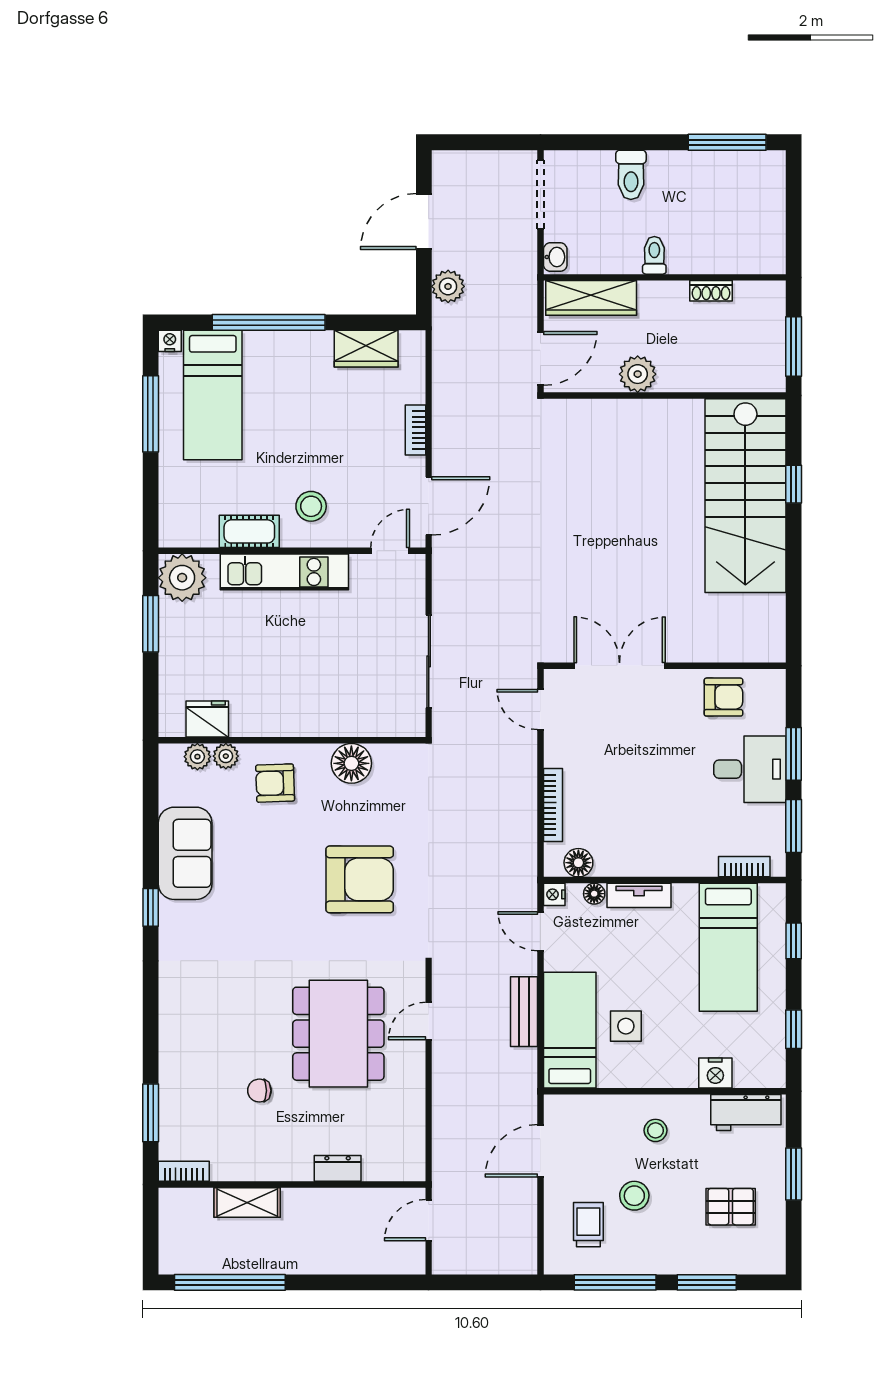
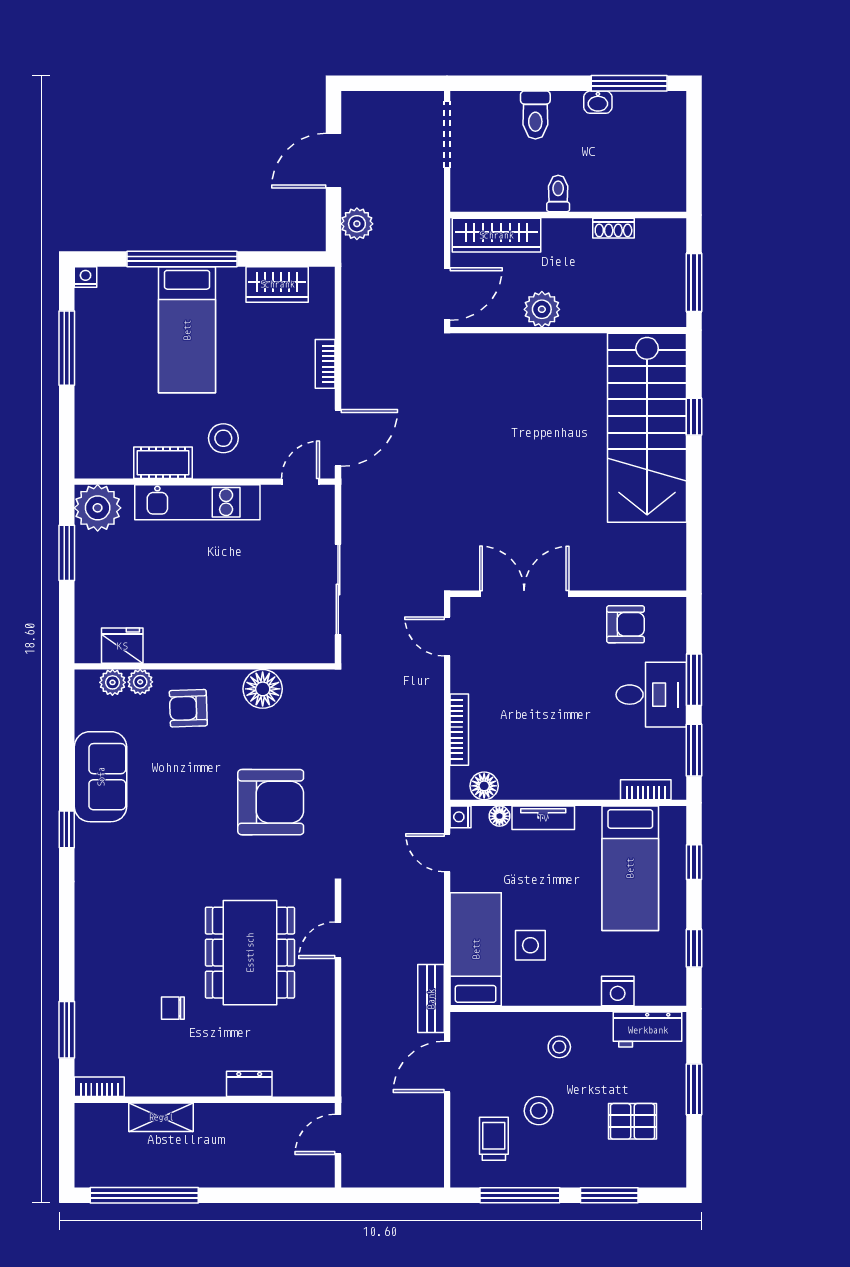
washbasin: (555, 257) -> (598, 102), moved, turned 90
bed: (213, 395) -> (187, 330), moved
bench: (524, 1012) -> (431, 999), moved

